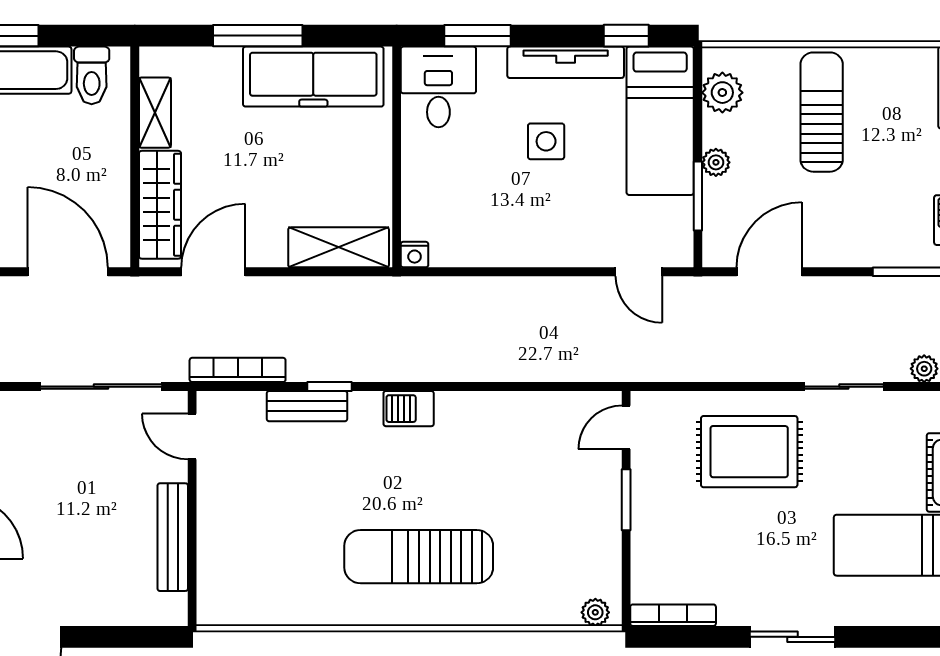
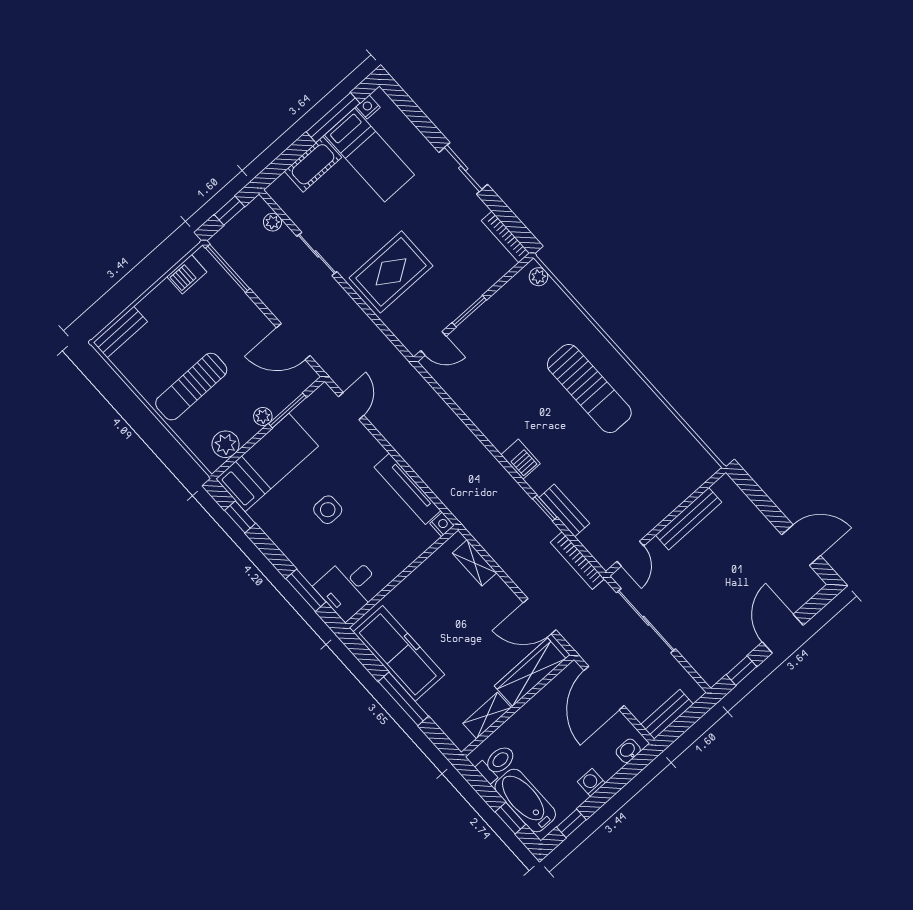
tv unit: (566, 62) -> (407, 489), moved, turned 180
shelving: (339, 247) -> (475, 563), width x0.67, depth x0.75
rug: (749, 452) -> (391, 272), turned 90

